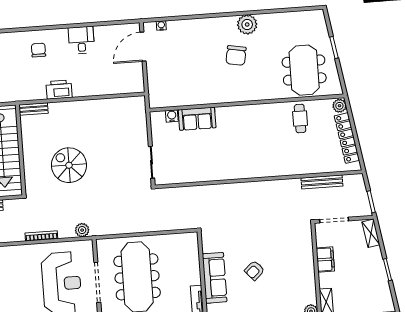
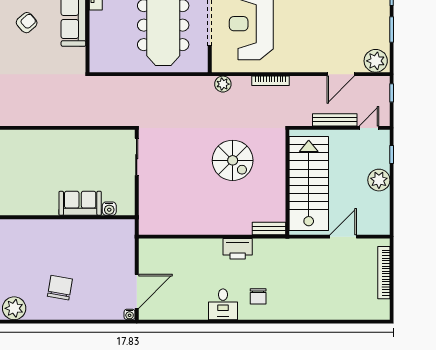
water cooler: (161, 25) -> (130, 314), moved
desk: (81, 40) -> (223, 304), moved
chair: (236, 55) -> (60, 288), moved

